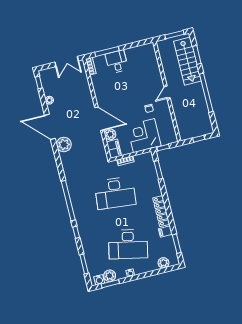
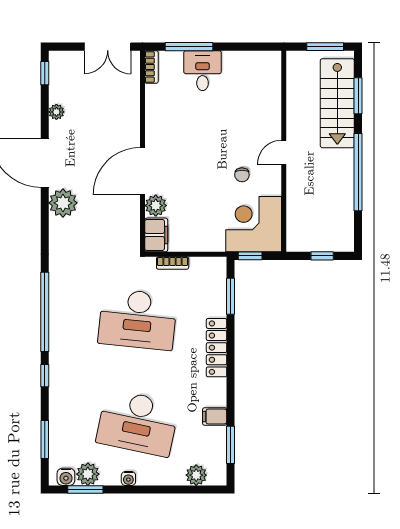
door: (99, 119) -> (143, 171), swing flipped
corner desk: (144, 136) -> (254, 224), moved
locker: (161, 211) -> (217, 348), moved

